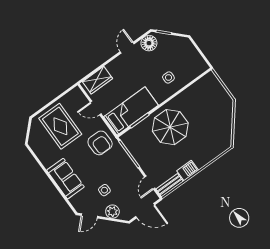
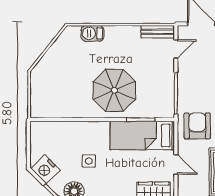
nightstand: (178, 44) -> (45, 169), added
side table: (168, 77) -> (89, 161), moved
barbecue: (188, 171) -> (92, 33), moved

